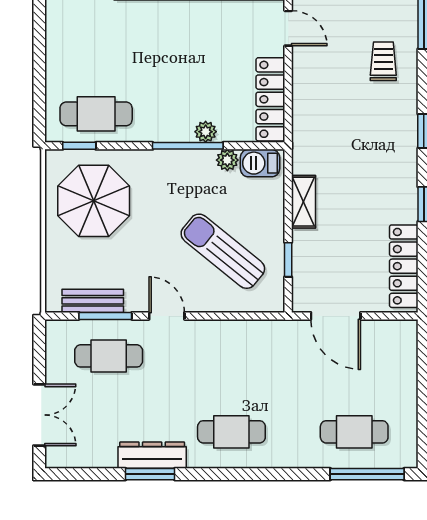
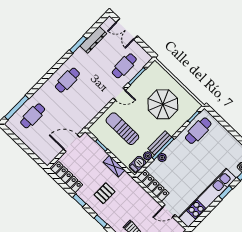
pallet: (367, 172) -> (105, 193), added
parasol: (94, 201) -> (163, 104), moved
sun lounger: (223, 251) -> (122, 129), turned -129
bench: (93, 301) -> (160, 143), moved
dresser: (152, 455) -> (93, 40), moved

